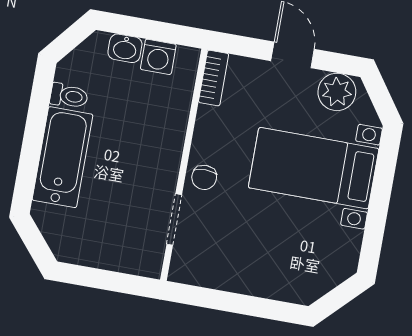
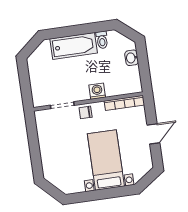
washing machine: (158, 57) -> (97, 91), moved, turned 90
bookcase: (214, 78) -> (124, 103), width x1.56
plant: (337, 92) -> (143, 159), removed

